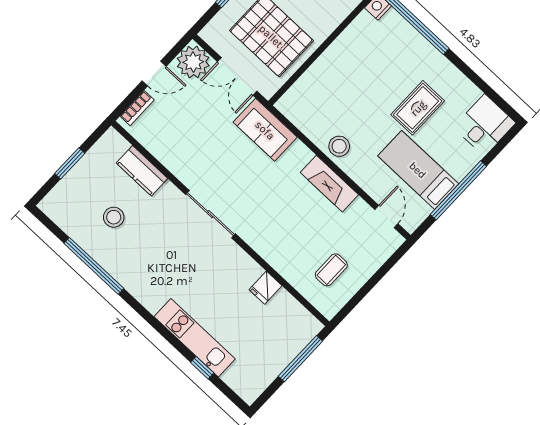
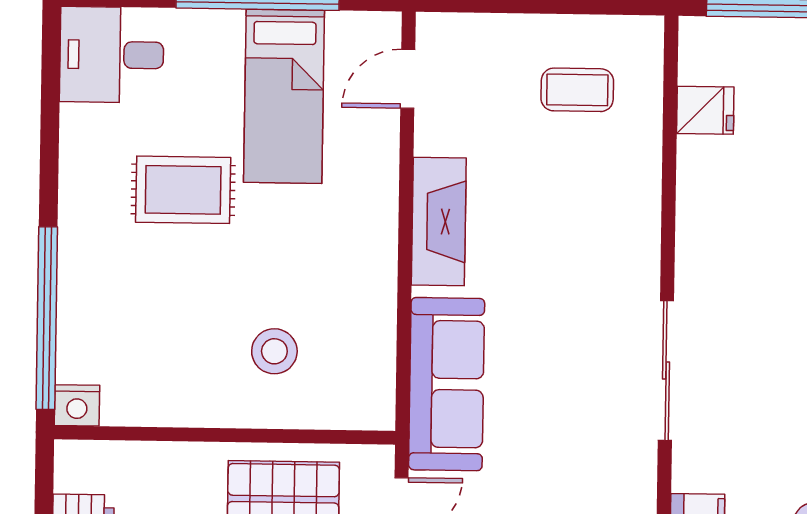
sofa: (265, 130) -> (447, 384), width x1.36
stool: (339, 146) -> (274, 351), moved
fridge: (266, 288) -> (705, 110), moved

